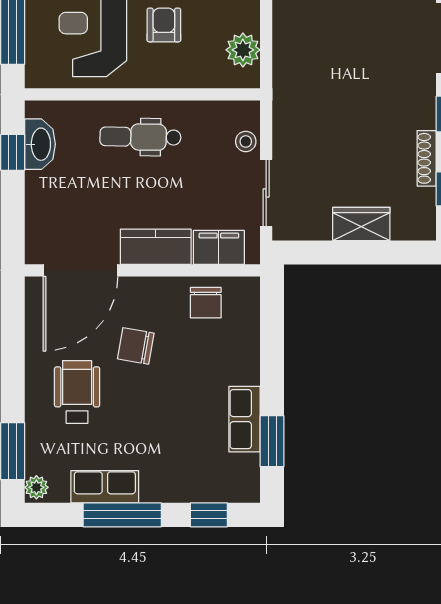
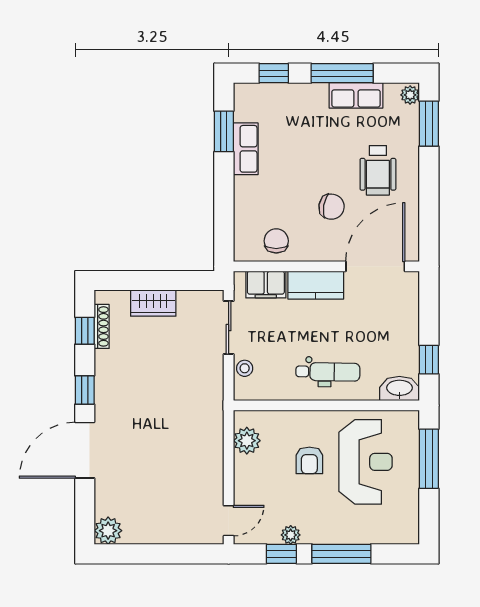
washbasin: (40, 144) -> (399, 389), moved, turned 90
shoe rack: (427, 158) -> (102, 326), moved

